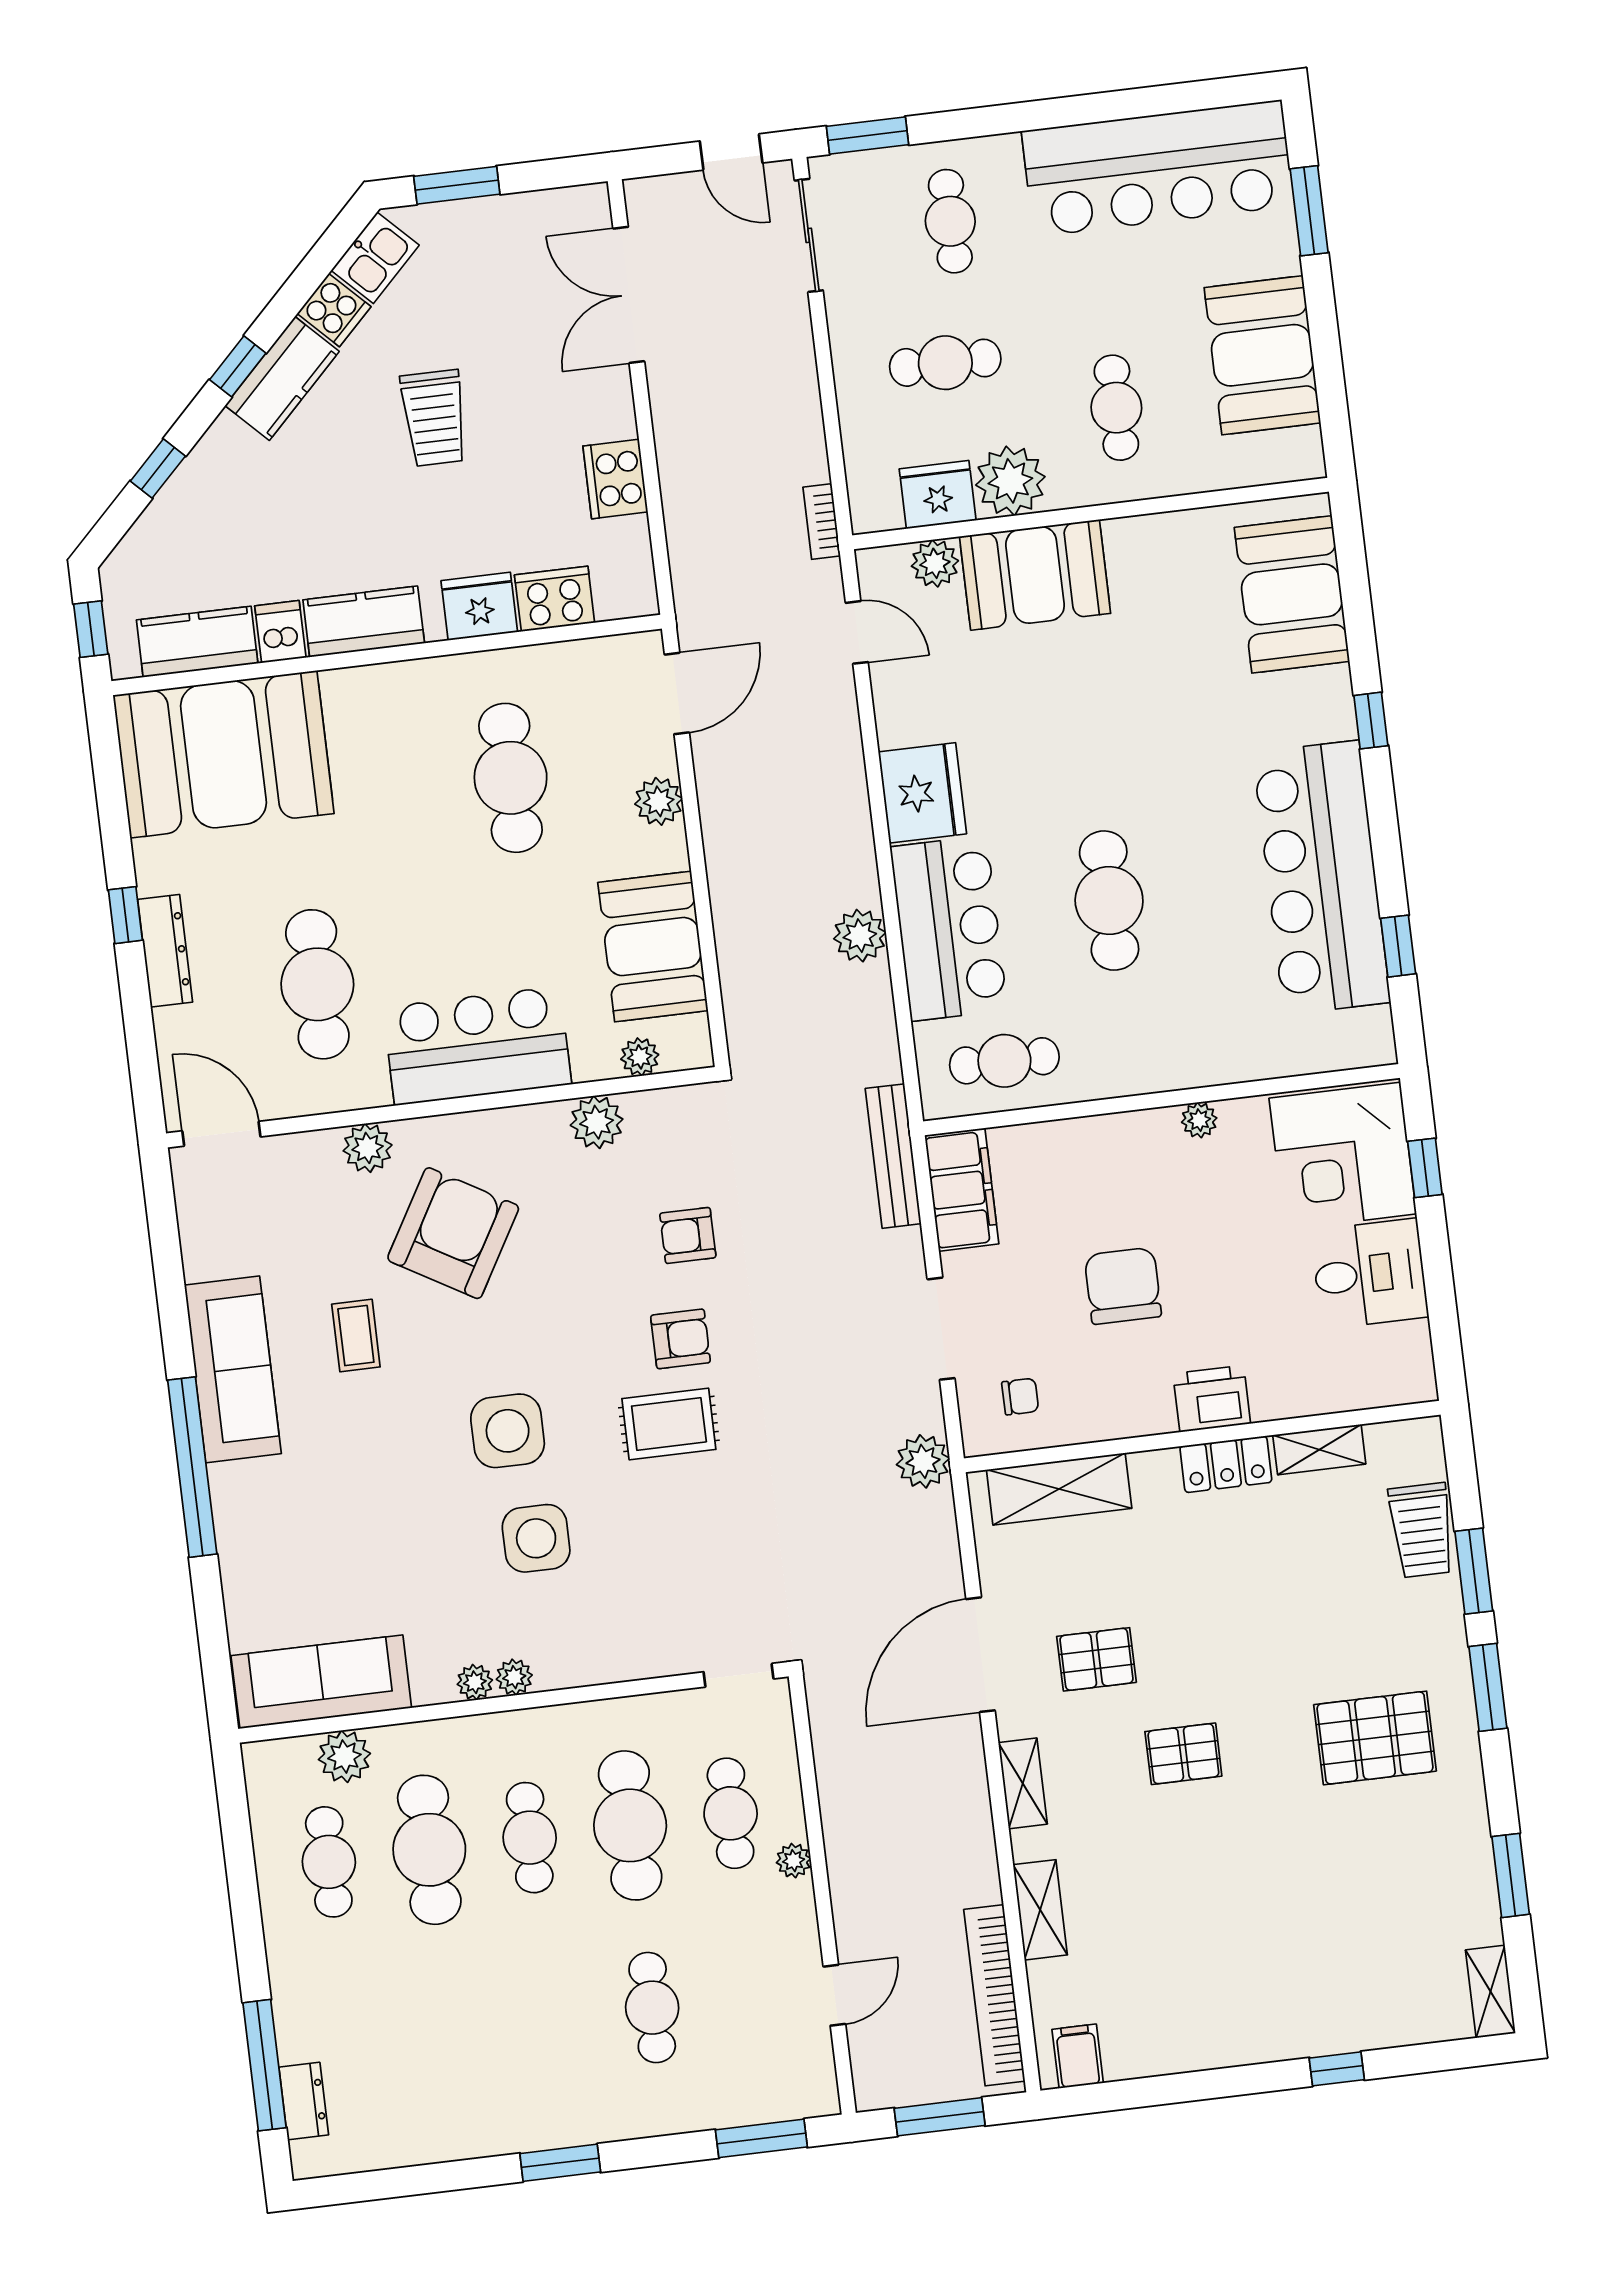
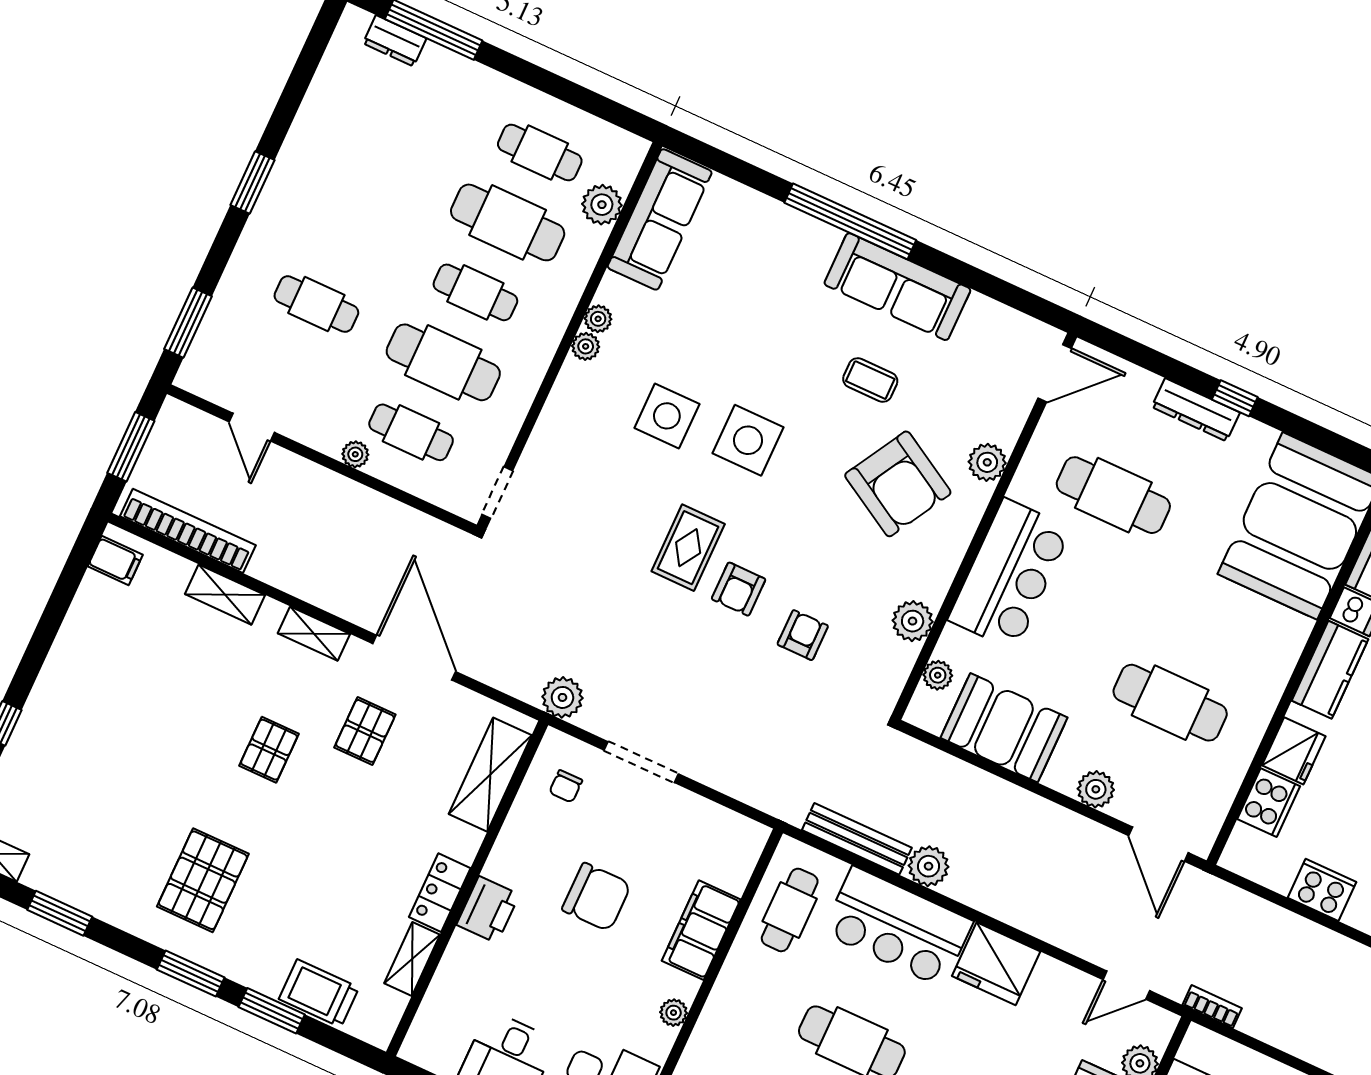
bench: (893, 1156) -> (857, 839), moved
filing cabinet: (962, 1190) -> (701, 930), moved, turned 90

